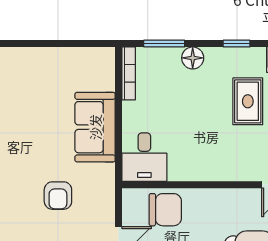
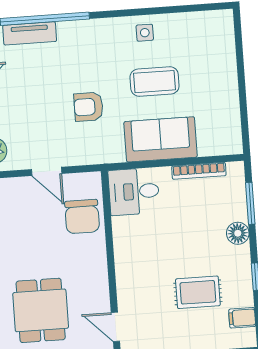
bookcase: (129, 73) -> (199, 171), moved
coffee table: (38, 129) -> (155, 82), added

